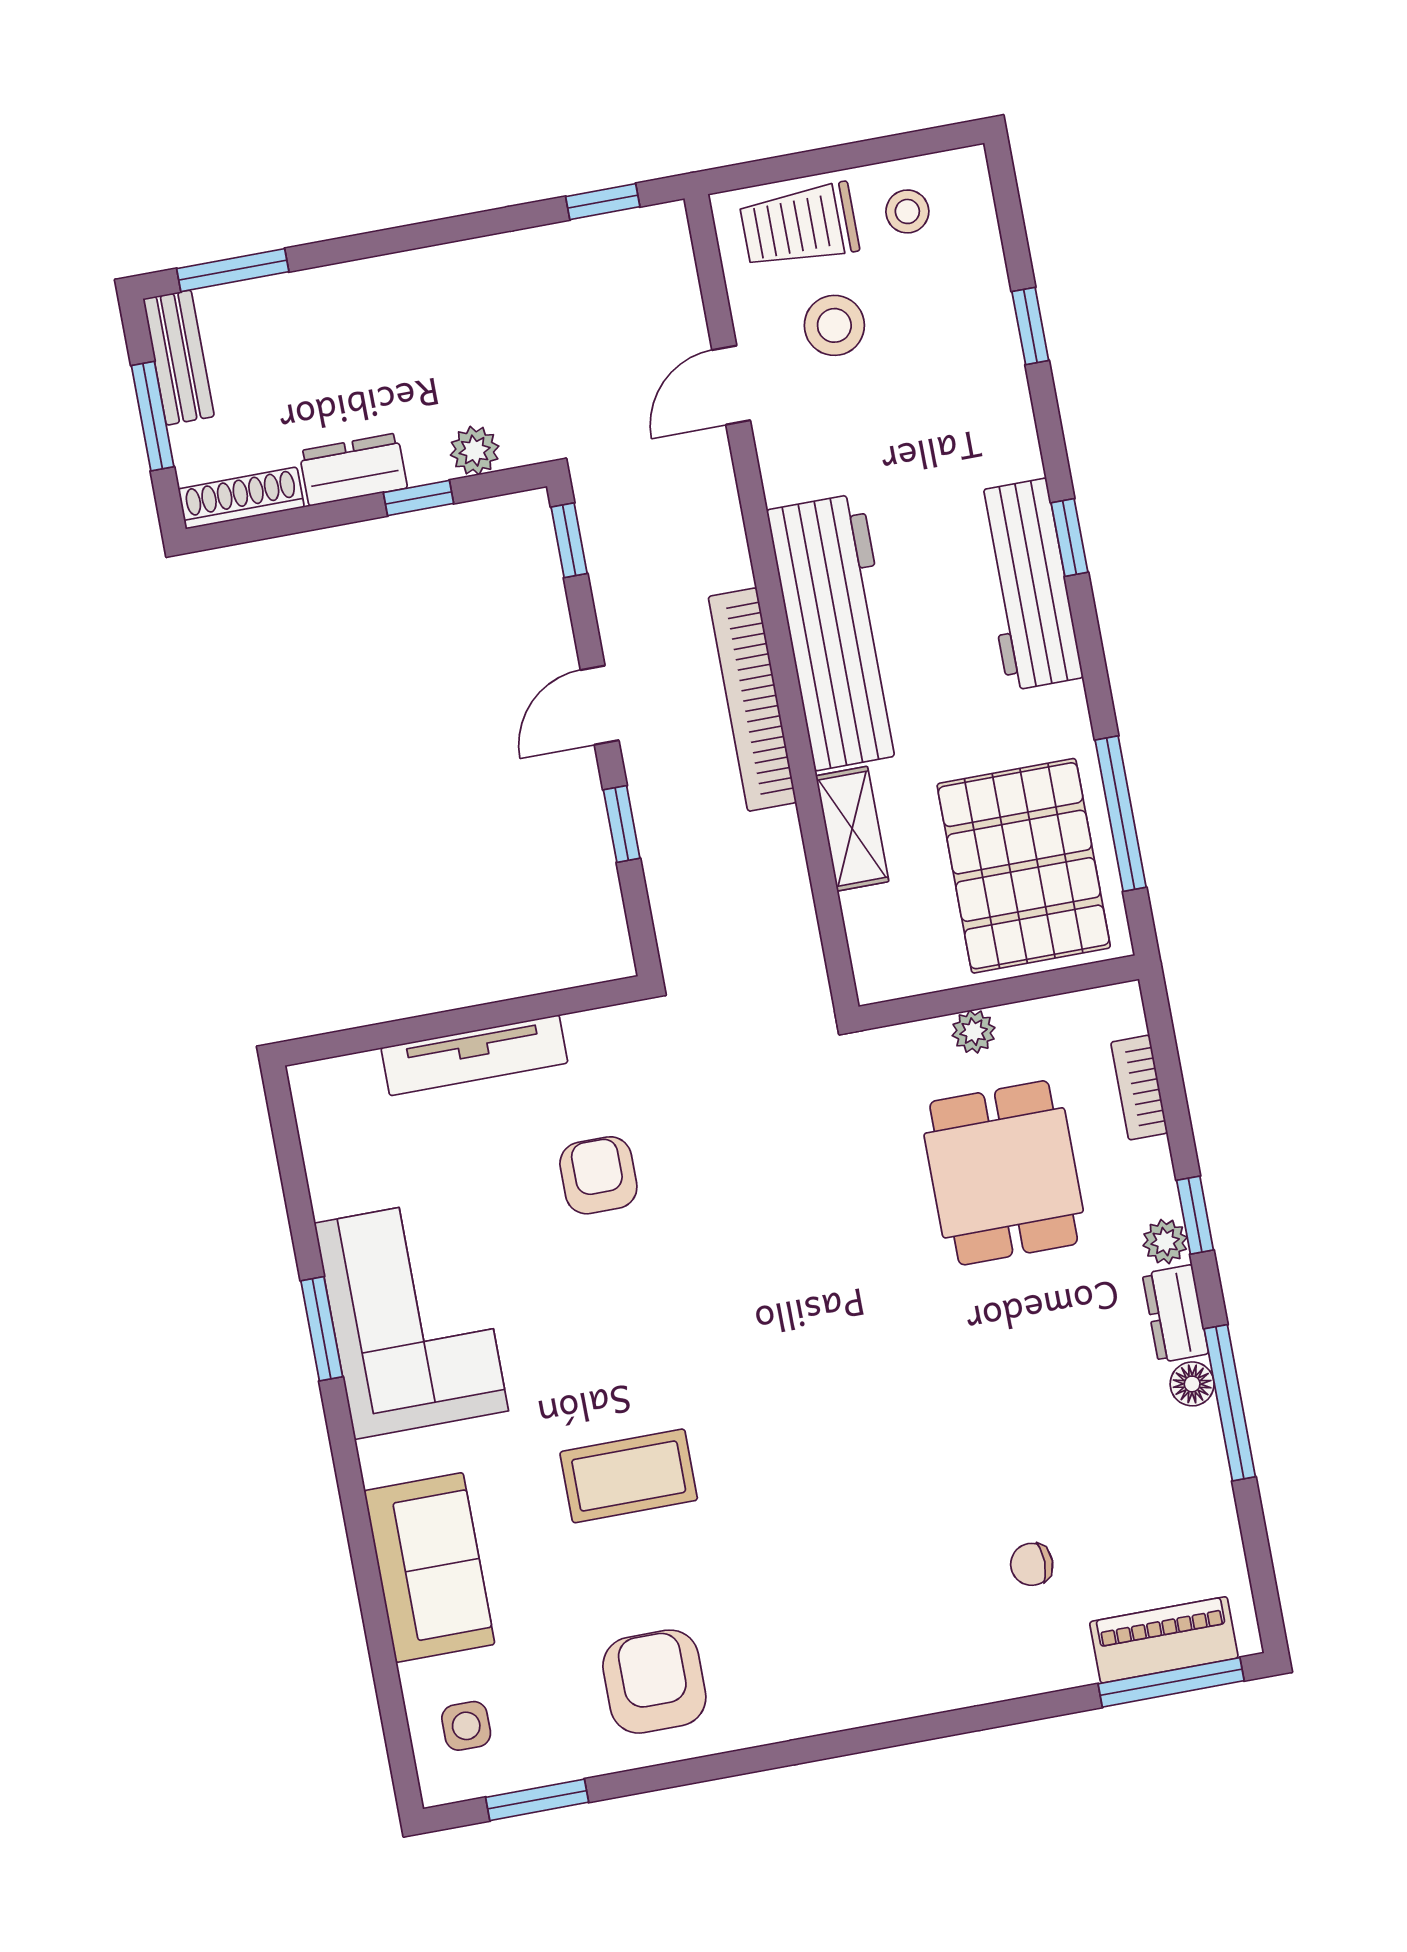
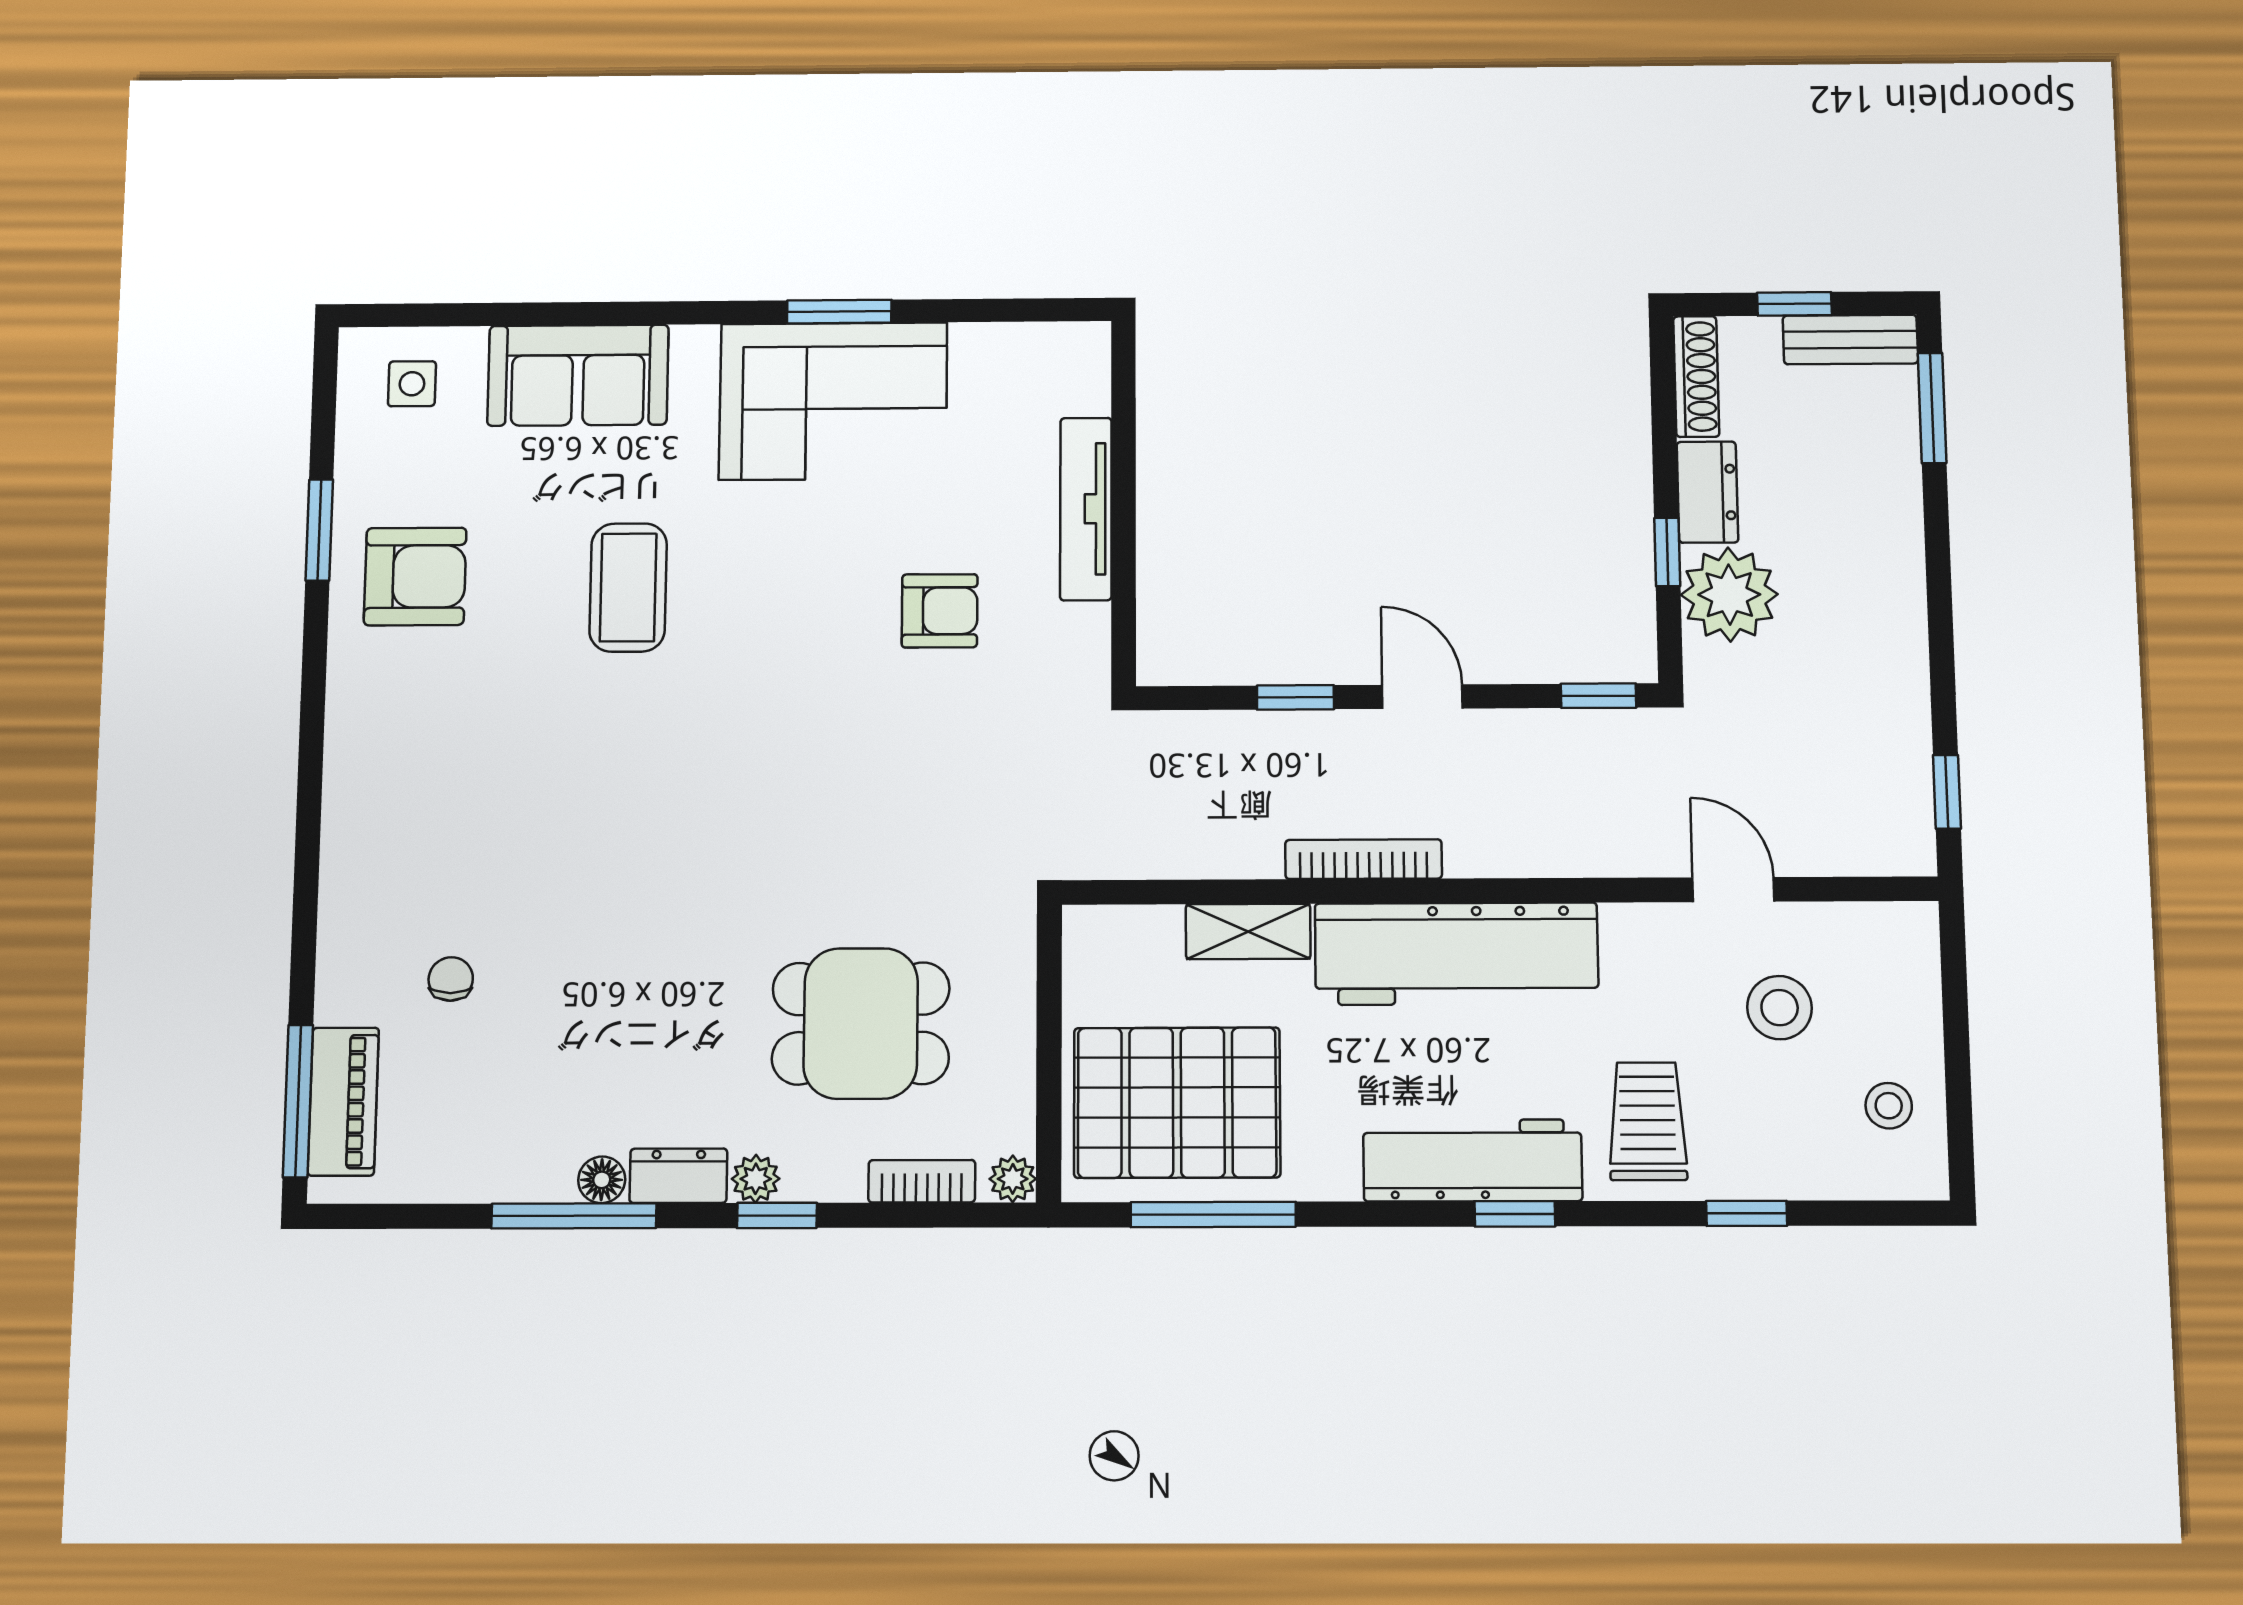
trolley: (799, 226) -> (1648, 1121), moved
window: (153, 416) -> (1794, 304), width x0.67
plant: (475, 451) -> (1729, 595), width x1.87, depth x1.87
bookcase: (752, 700) -> (1364, 859), width x0.68, depth x0.76
plant: (974, 1032) -> (1013, 1179), moved
window: (537, 1800) -> (319, 530), moved

